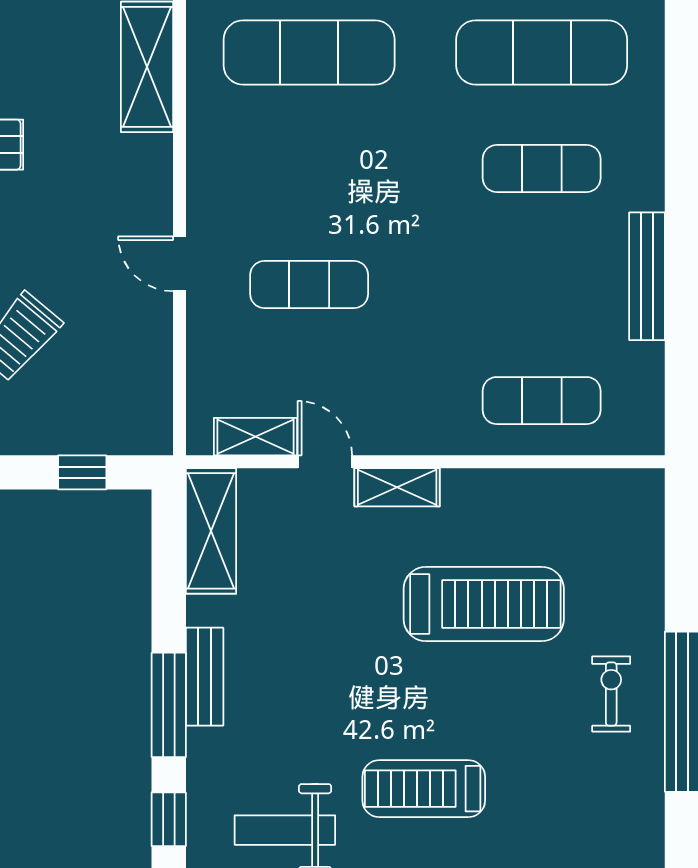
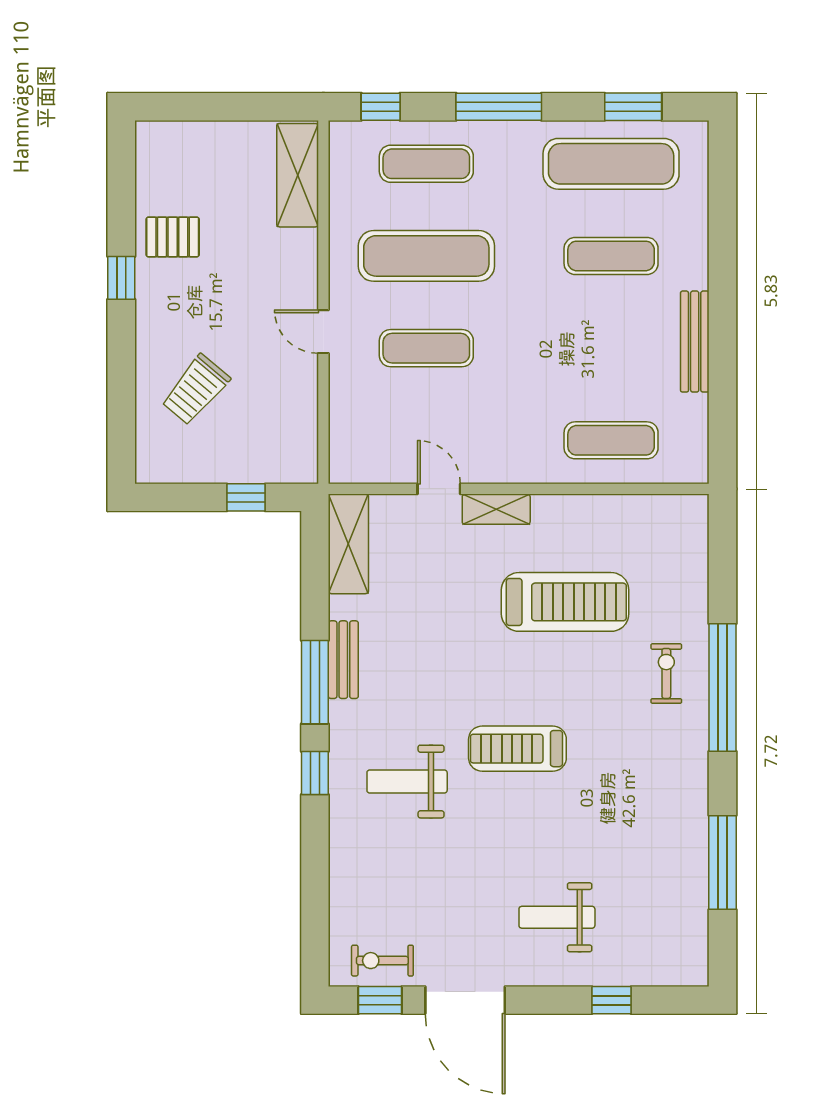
exercise mat: (309, 52) -> (426, 164), width x0.73, depth x0.69
exercise mat: (309, 168) -> (426, 256), added
shelving: (256, 437) -> (384, 469), removed

